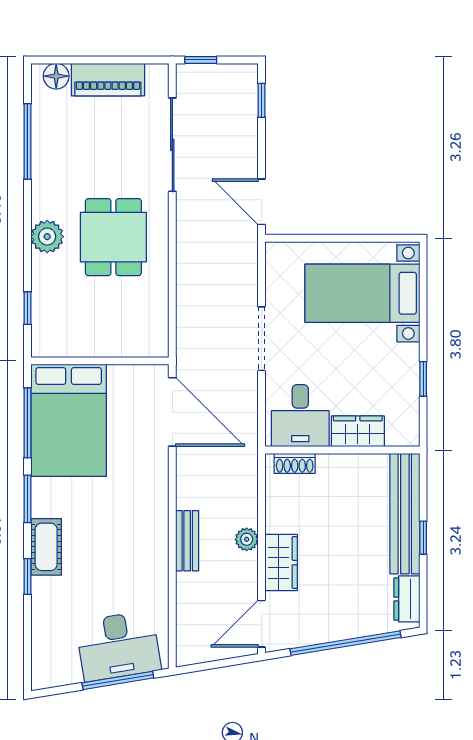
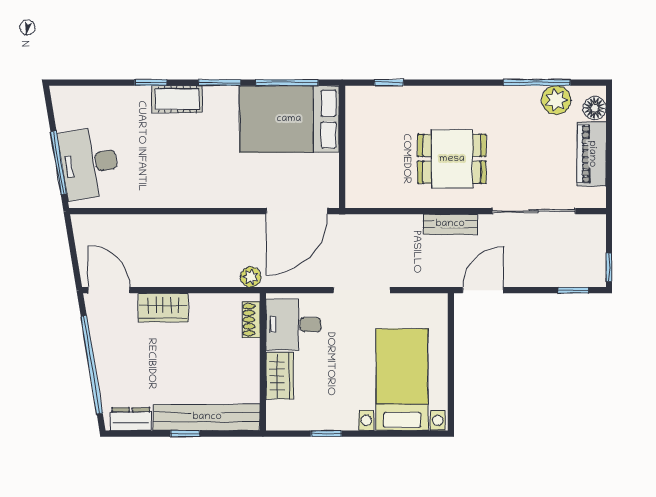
window: (201, 60) -> (609, 267), moved
plant: (47, 237) -> (556, 100), moved
plant: (247, 539) -> (251, 277), moved
bench: (187, 541) -> (450, 224), moved

